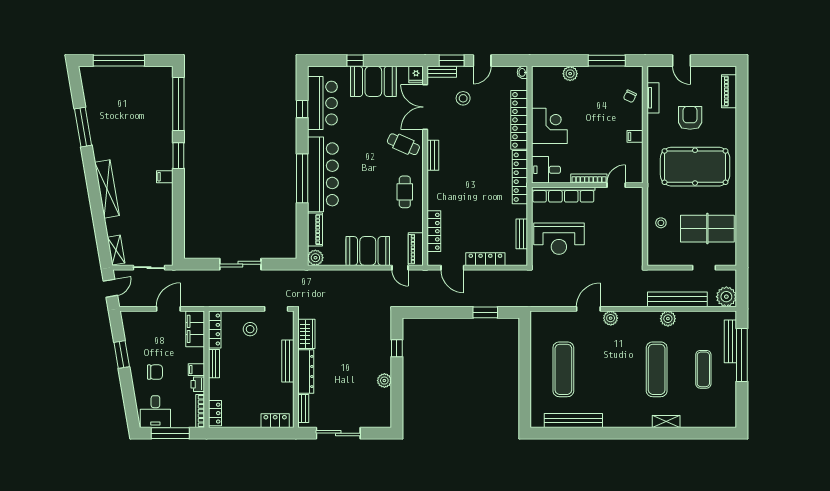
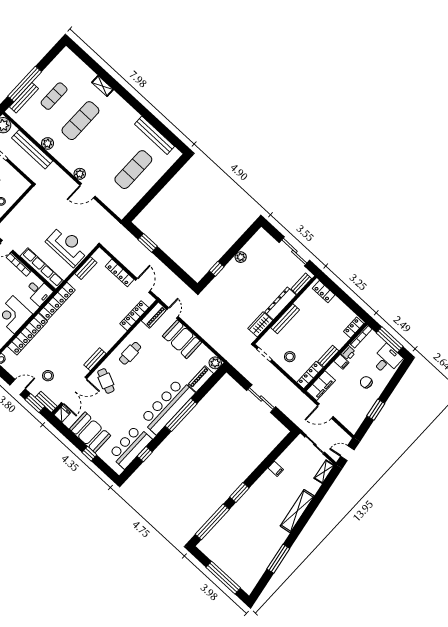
filing cabinet: (165, 177) -> (276, 469), moved

